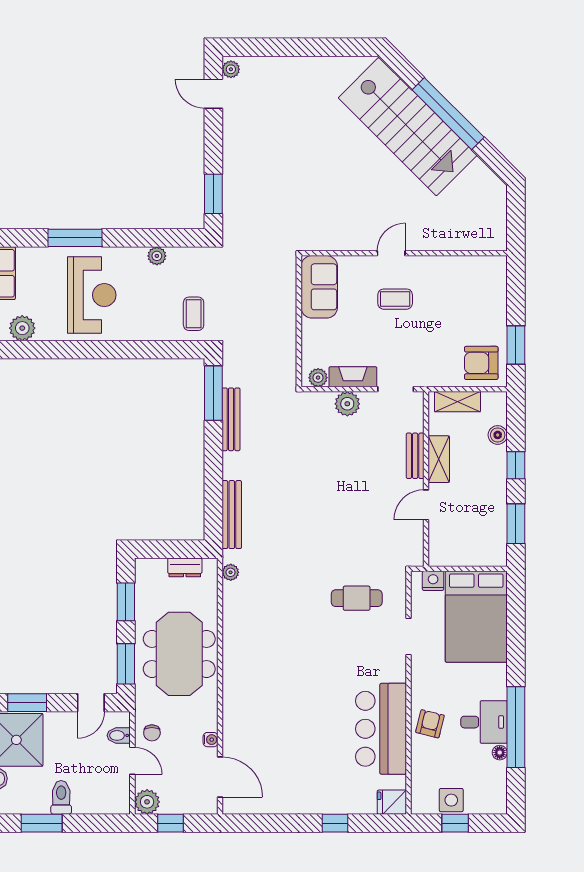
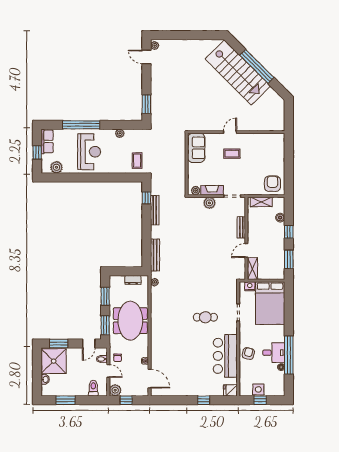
window: (75, 238) -> (81, 125), width x1.46
window: (516, 345) -> (289, 175), removed
armchair: (481, 363) -> (272, 184), turned 90
window: (213, 393) -> (146, 198), width x0.46
shelving: (439, 459) -> (252, 269), moved
cafe table: (357, 598) -> (205, 317), moved
toilet: (61, 797) -> (93, 388), moved

